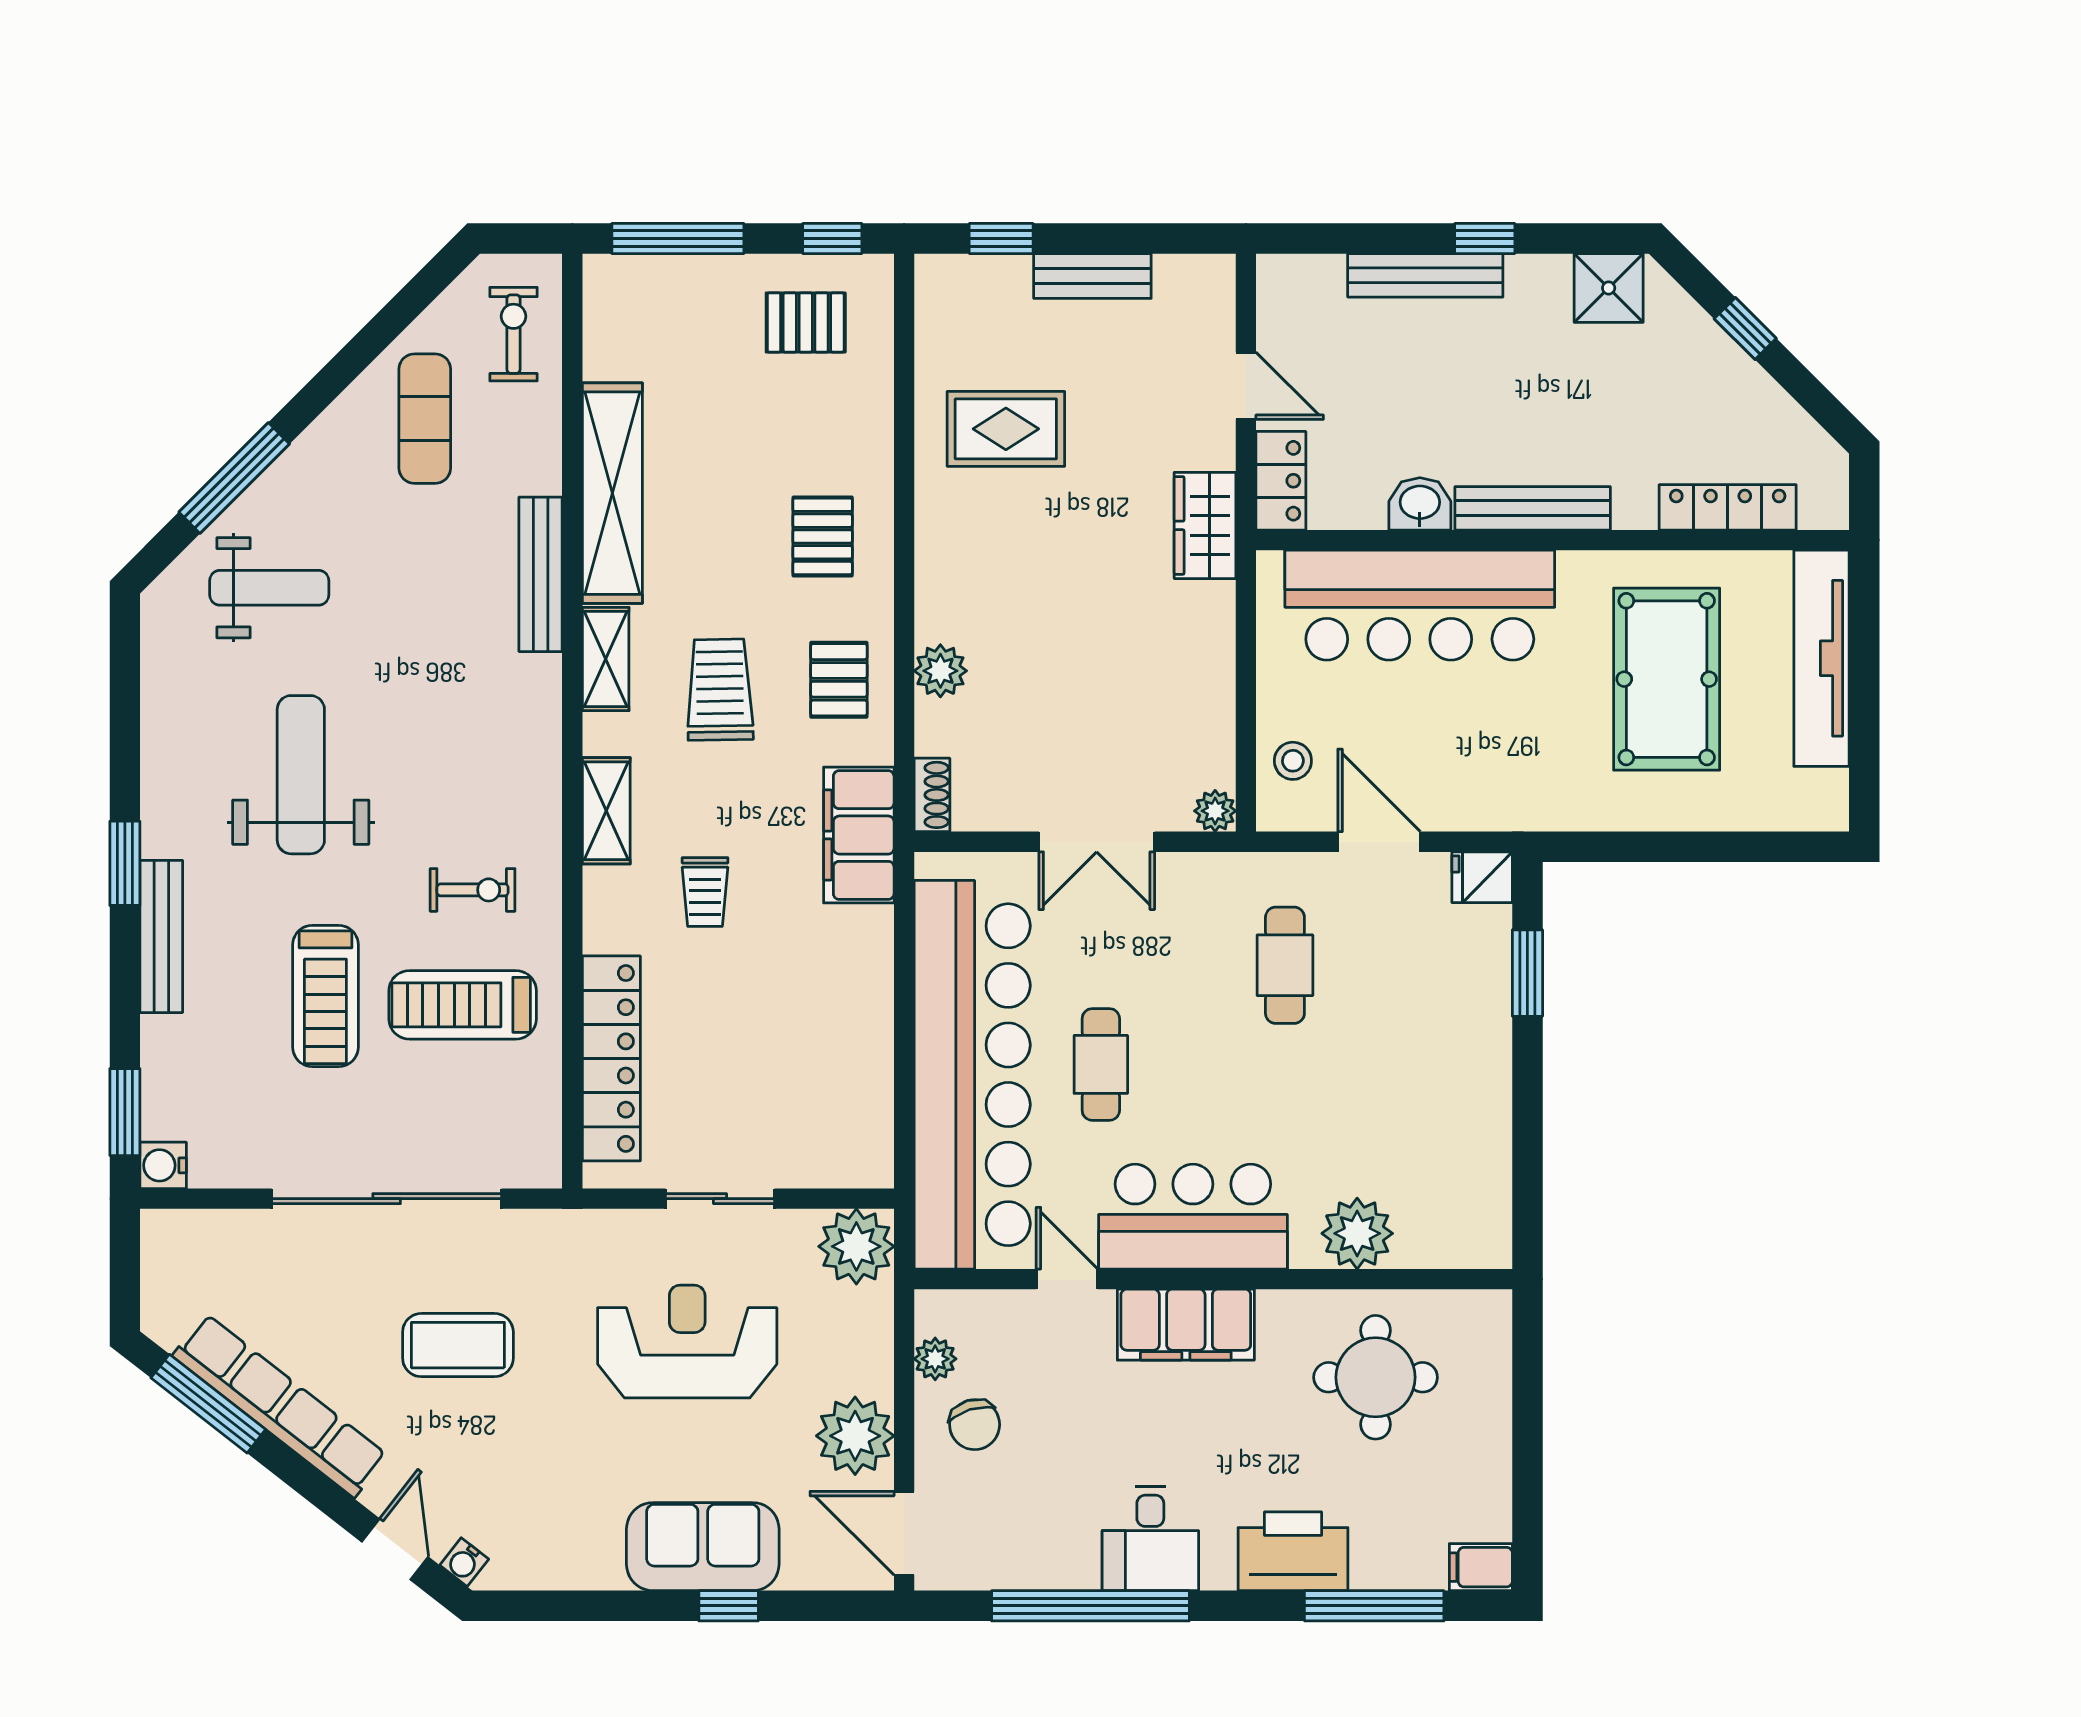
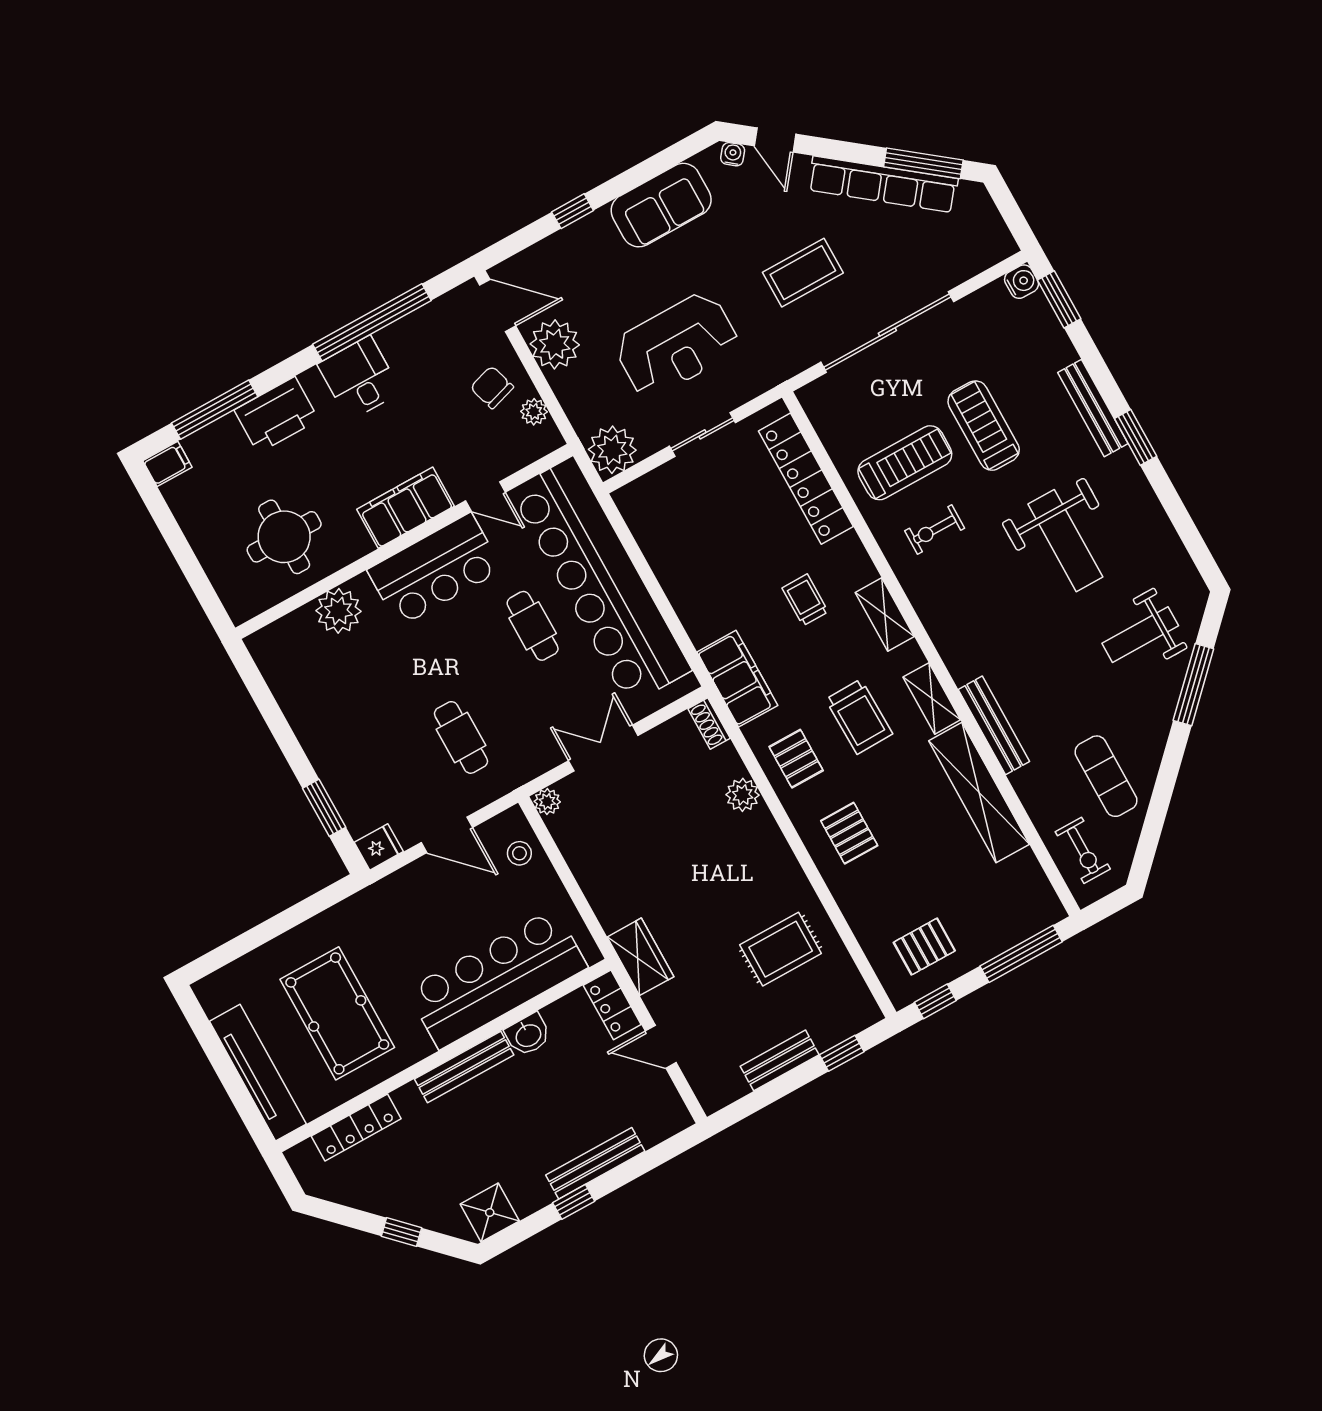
sofa: (703, 1547) -> (661, 205), moved

